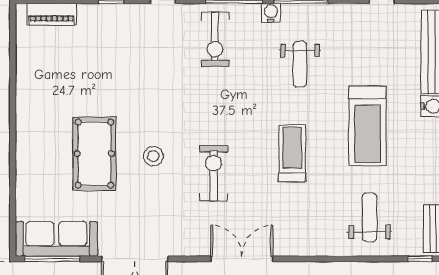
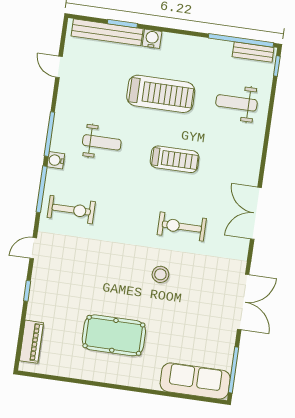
treadmill: (292, 153) -> (175, 159), turned 180
pool table: (94, 154) -> (114, 335), moved
sofa: (56, 239) -> (195, 381), moved, turned 90

